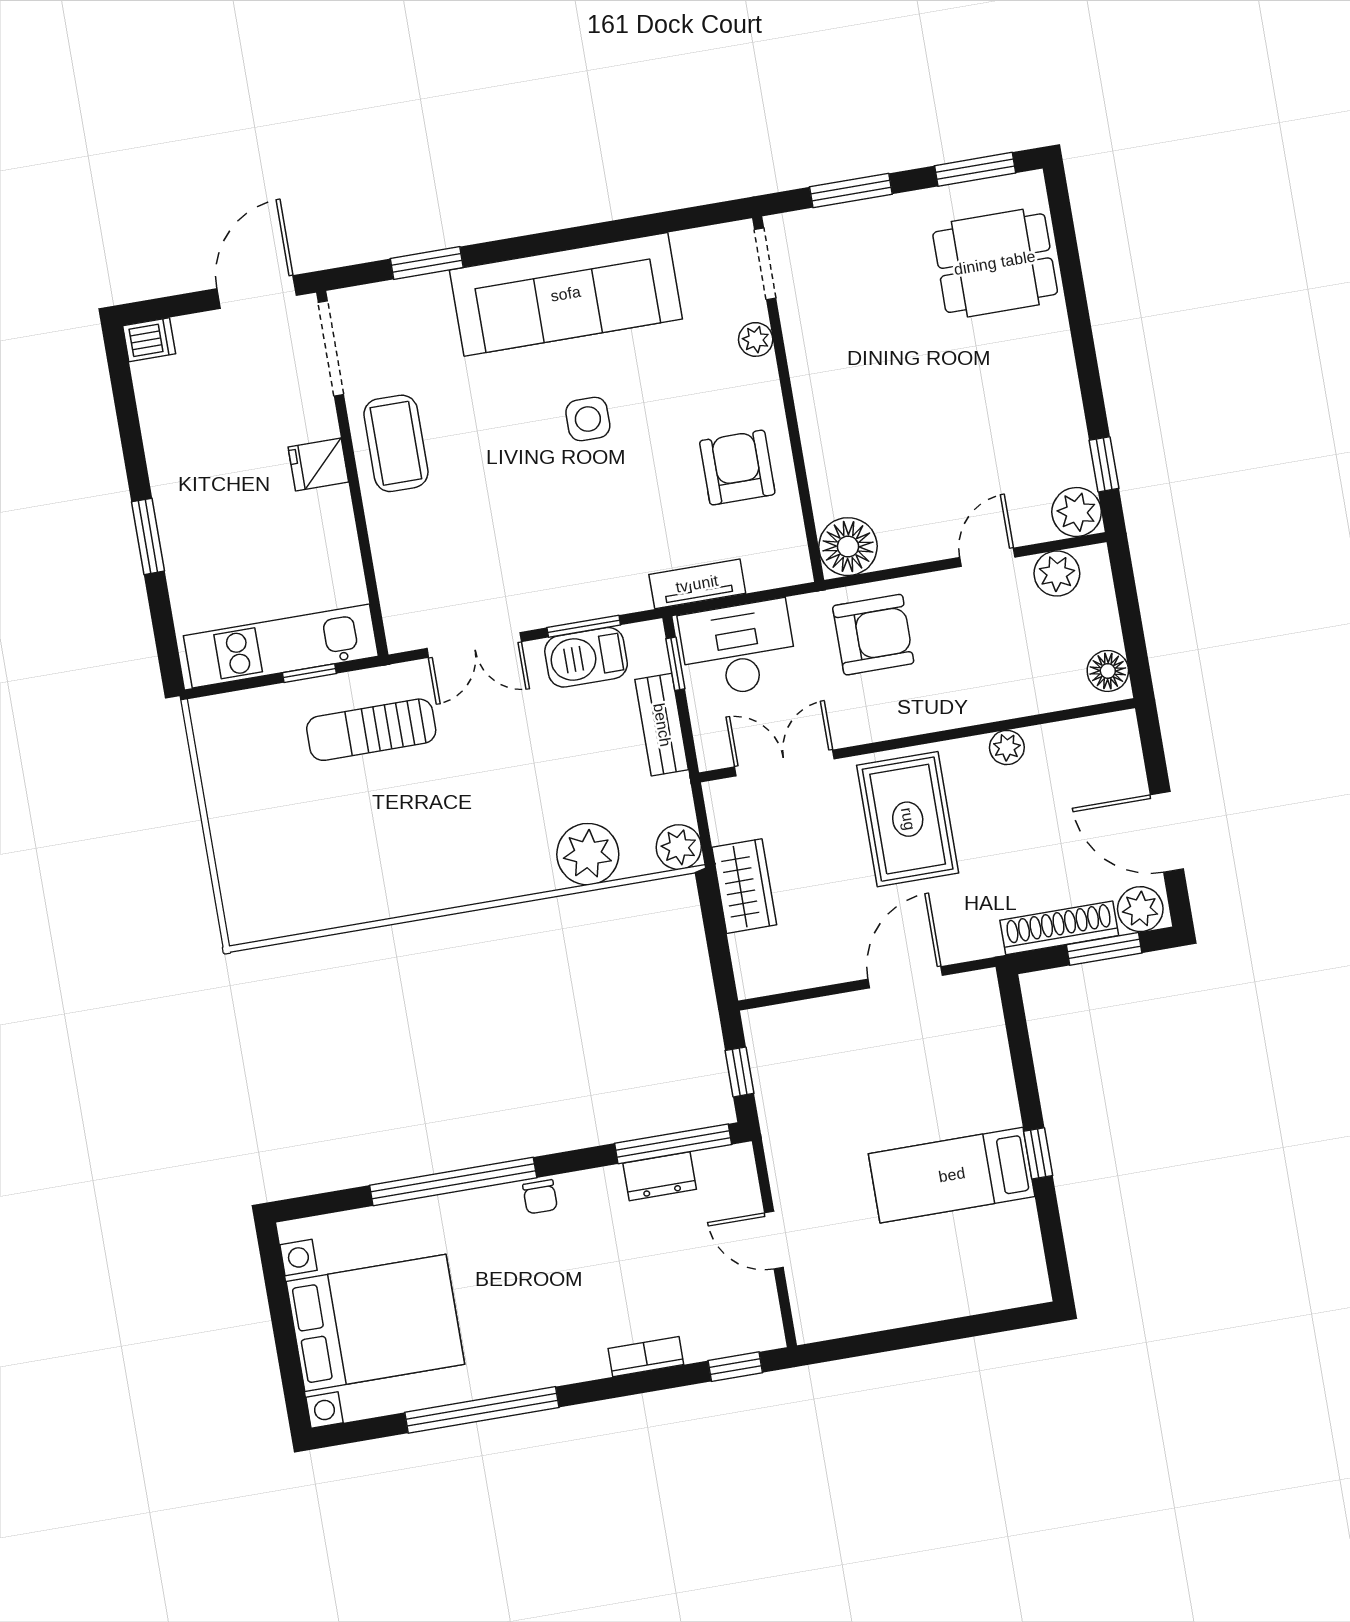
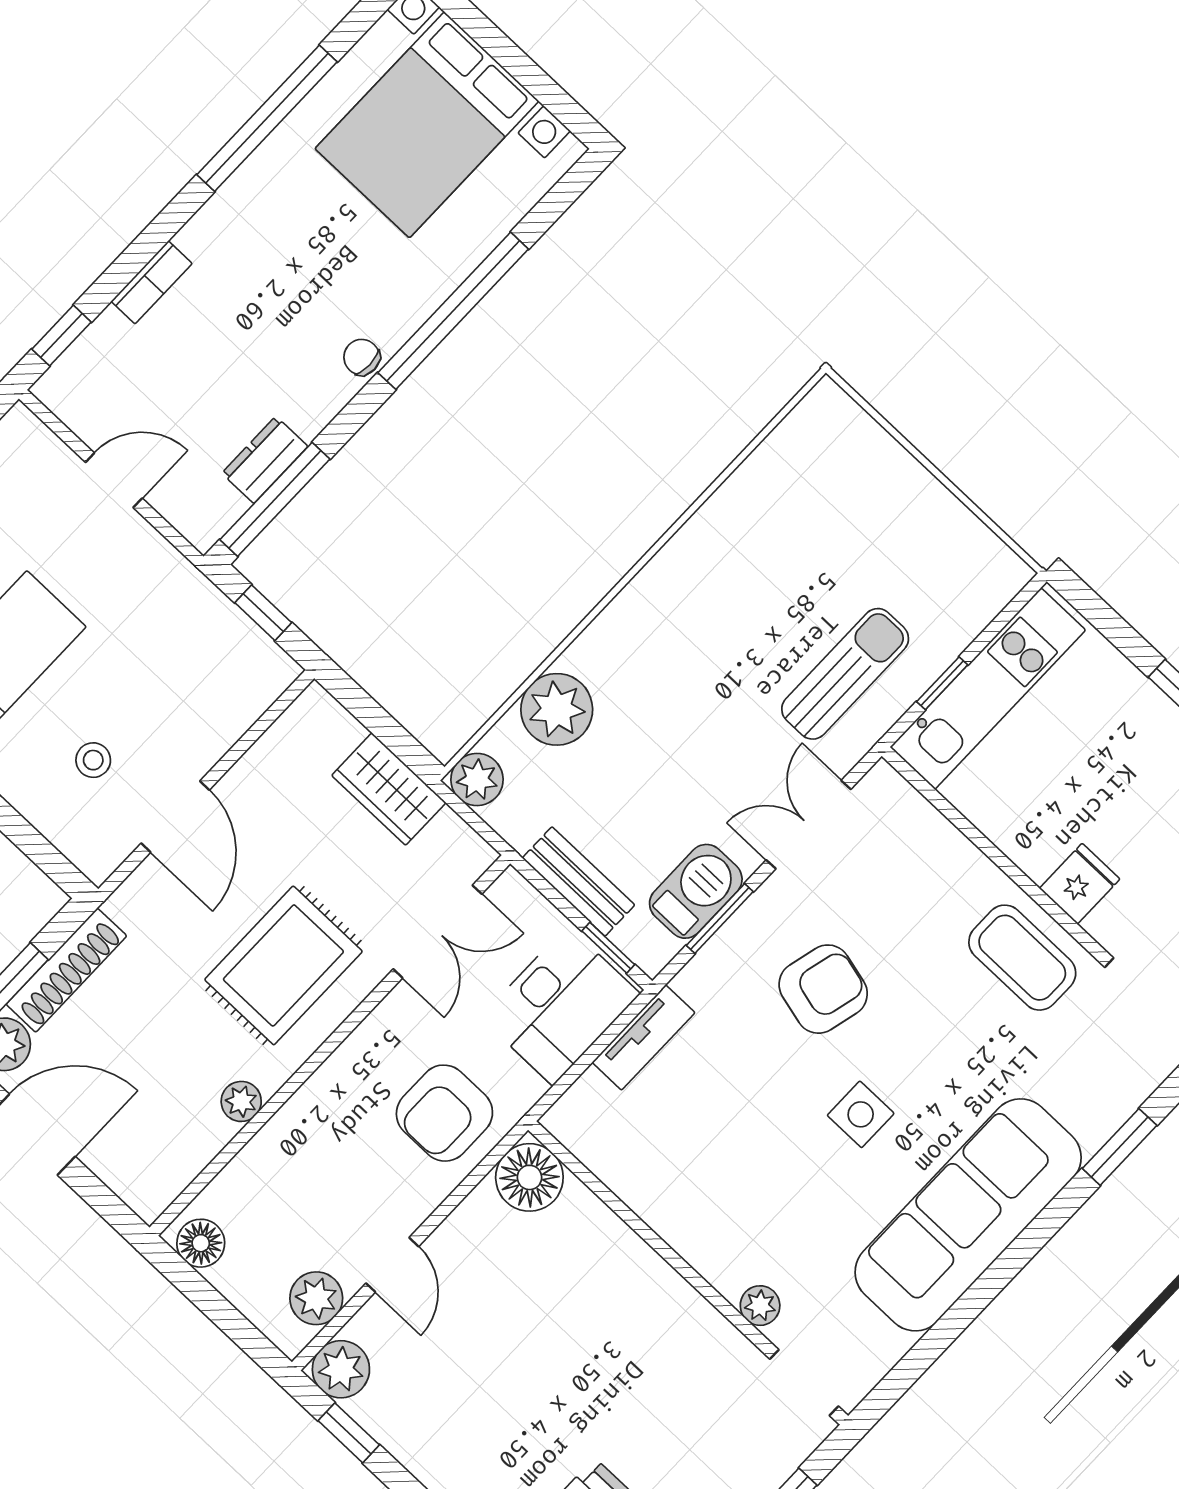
armchair: (737, 468) -> (823, 989), moved, turned -76
rug: (908, 819) -> (283, 965), turned 90
stool: (932, 1058) -> (93, 760), added

